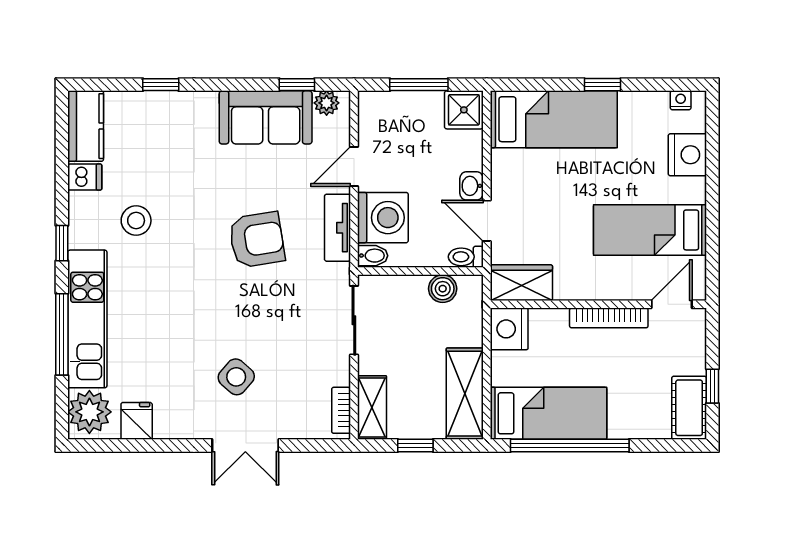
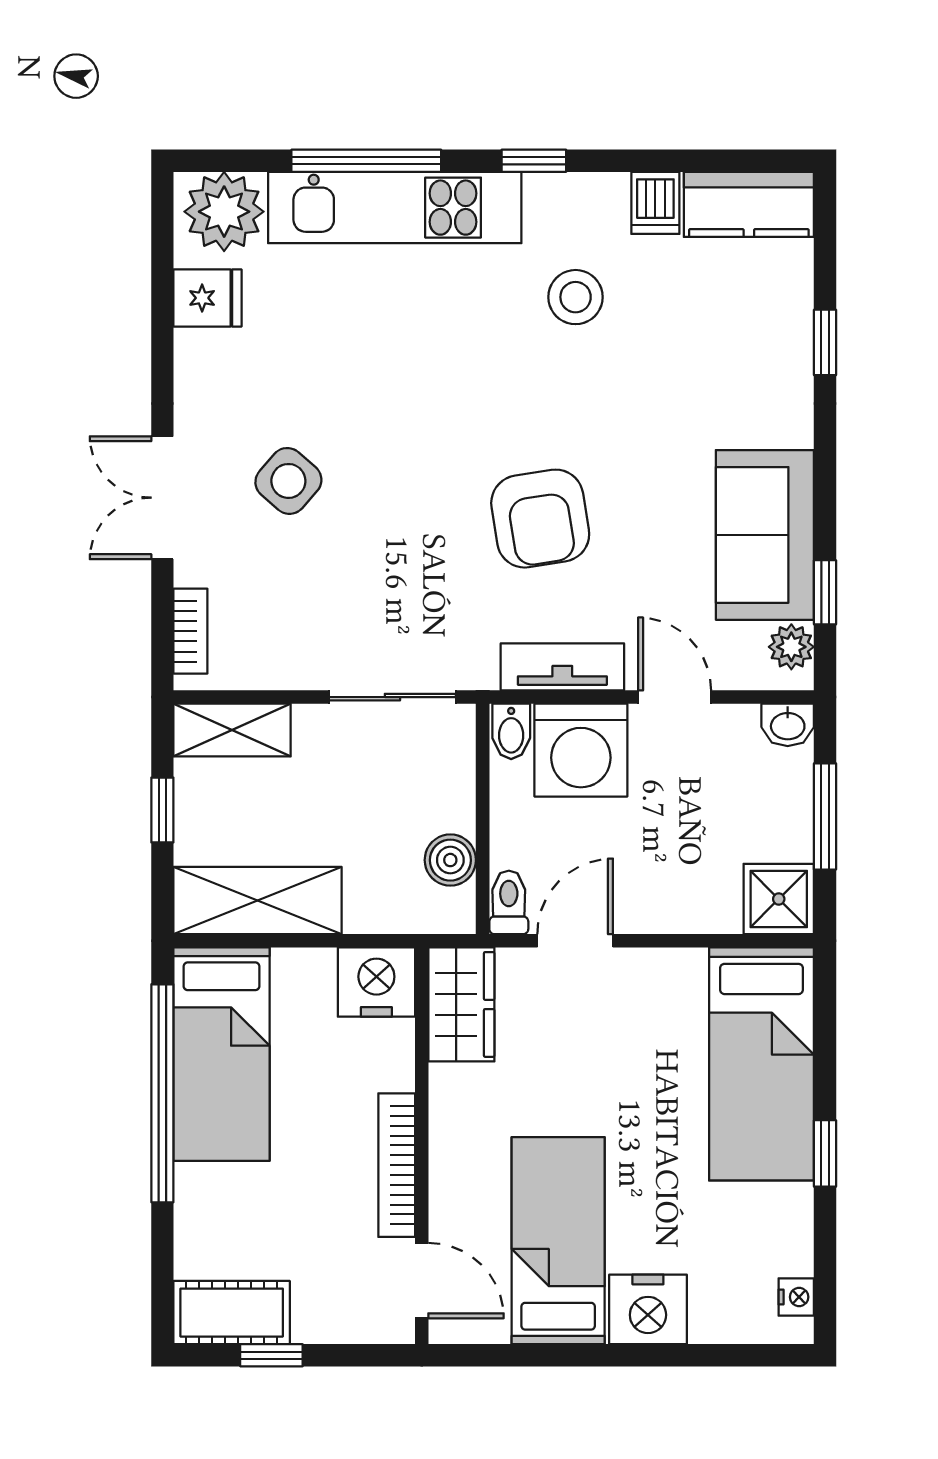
nightstand: (687, 155) -> (648, 1309), moved
washbasin: (472, 186) -> (788, 725), moved, turned 180
bookcase: (341, 410) -> (190, 631), moved, turned 90

